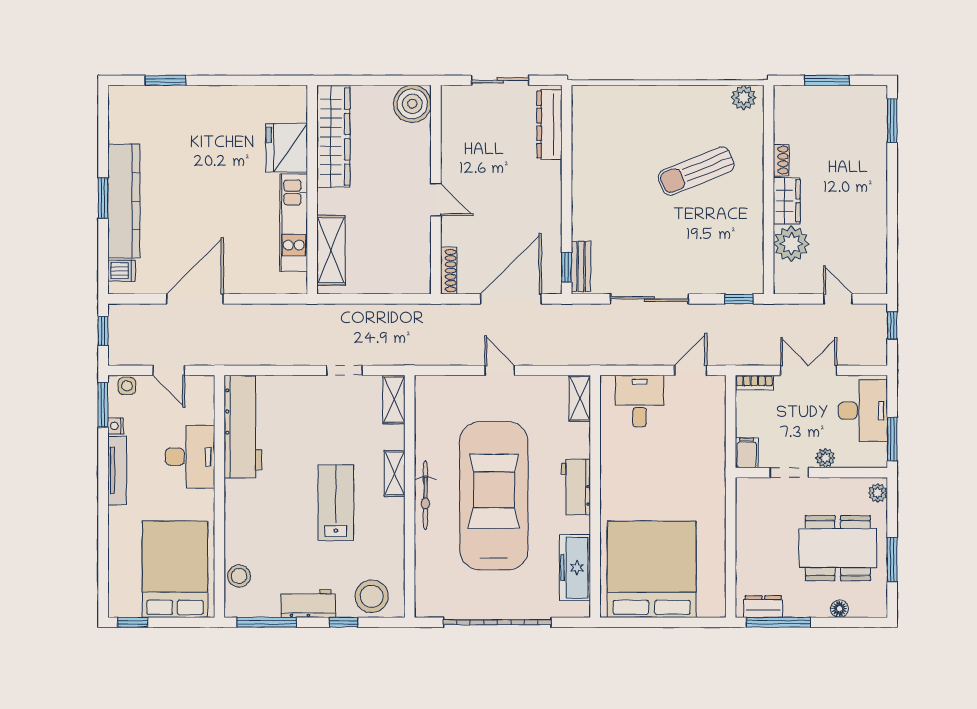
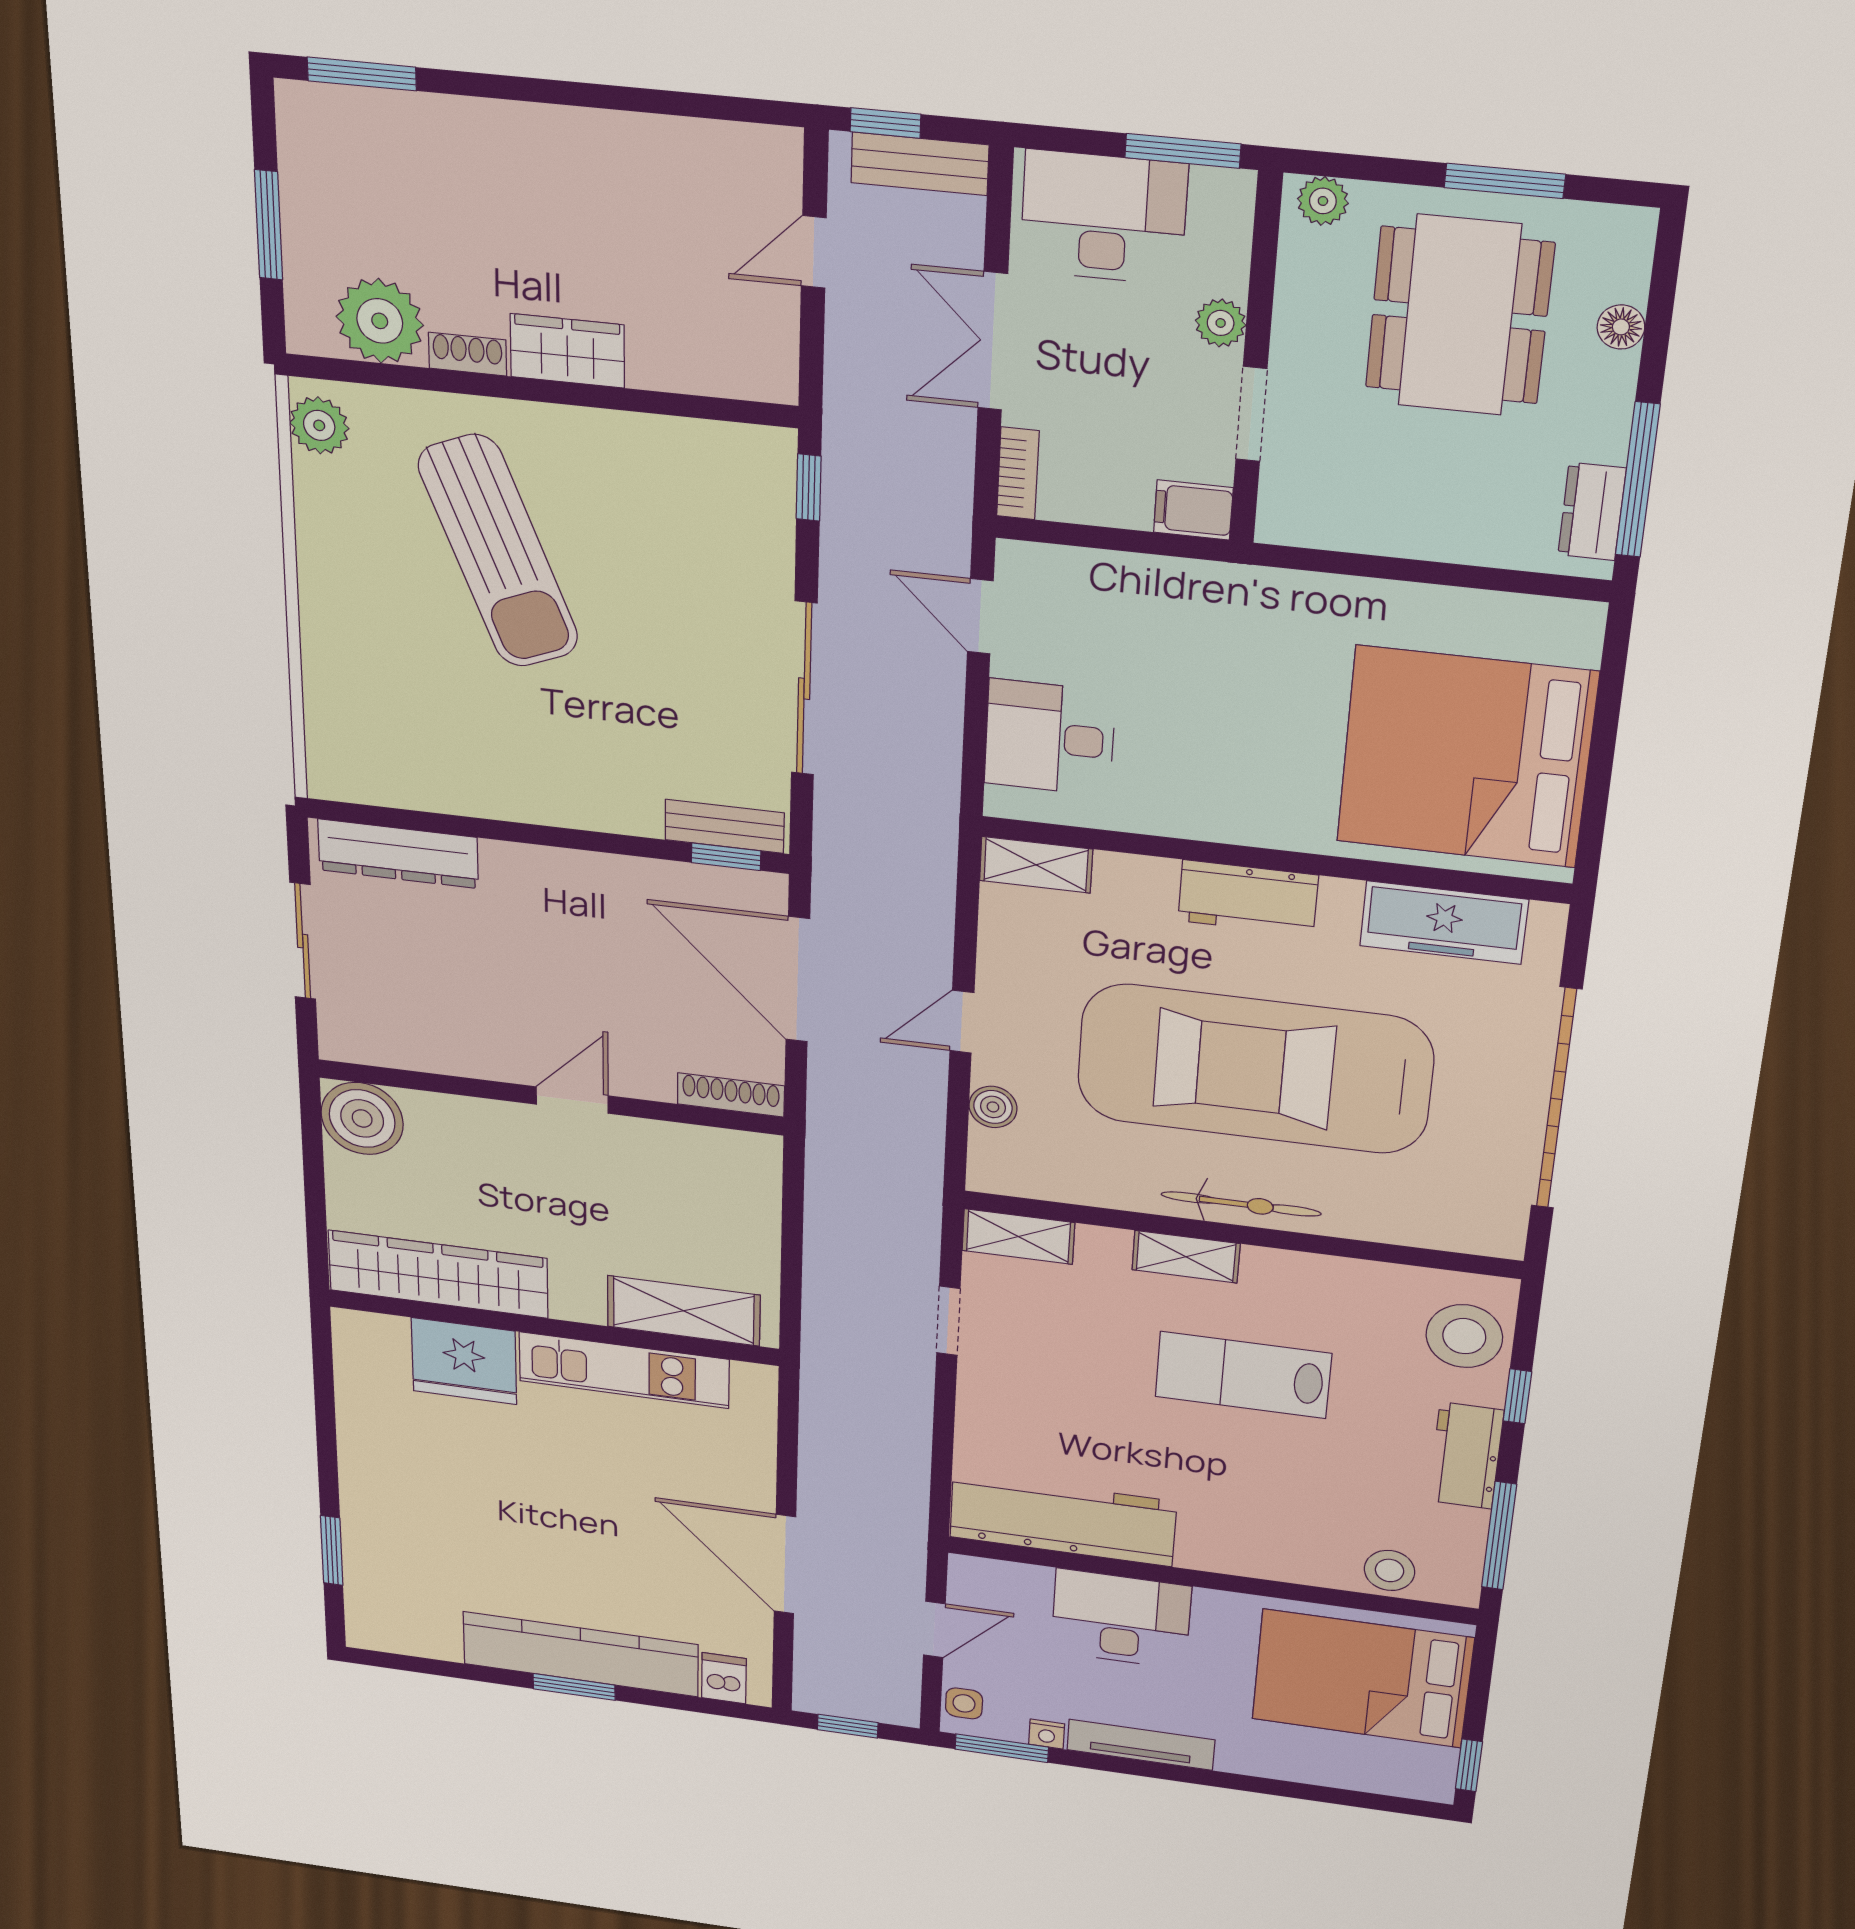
sun lounger: (696, 171) -> (498, 552), width x1.36, depth x1.34
plant: (791, 244) -> (380, 321), moved
bench: (877, 339) -> (920, 164), added
boiler: (459, 385) -> (993, 1107), added

